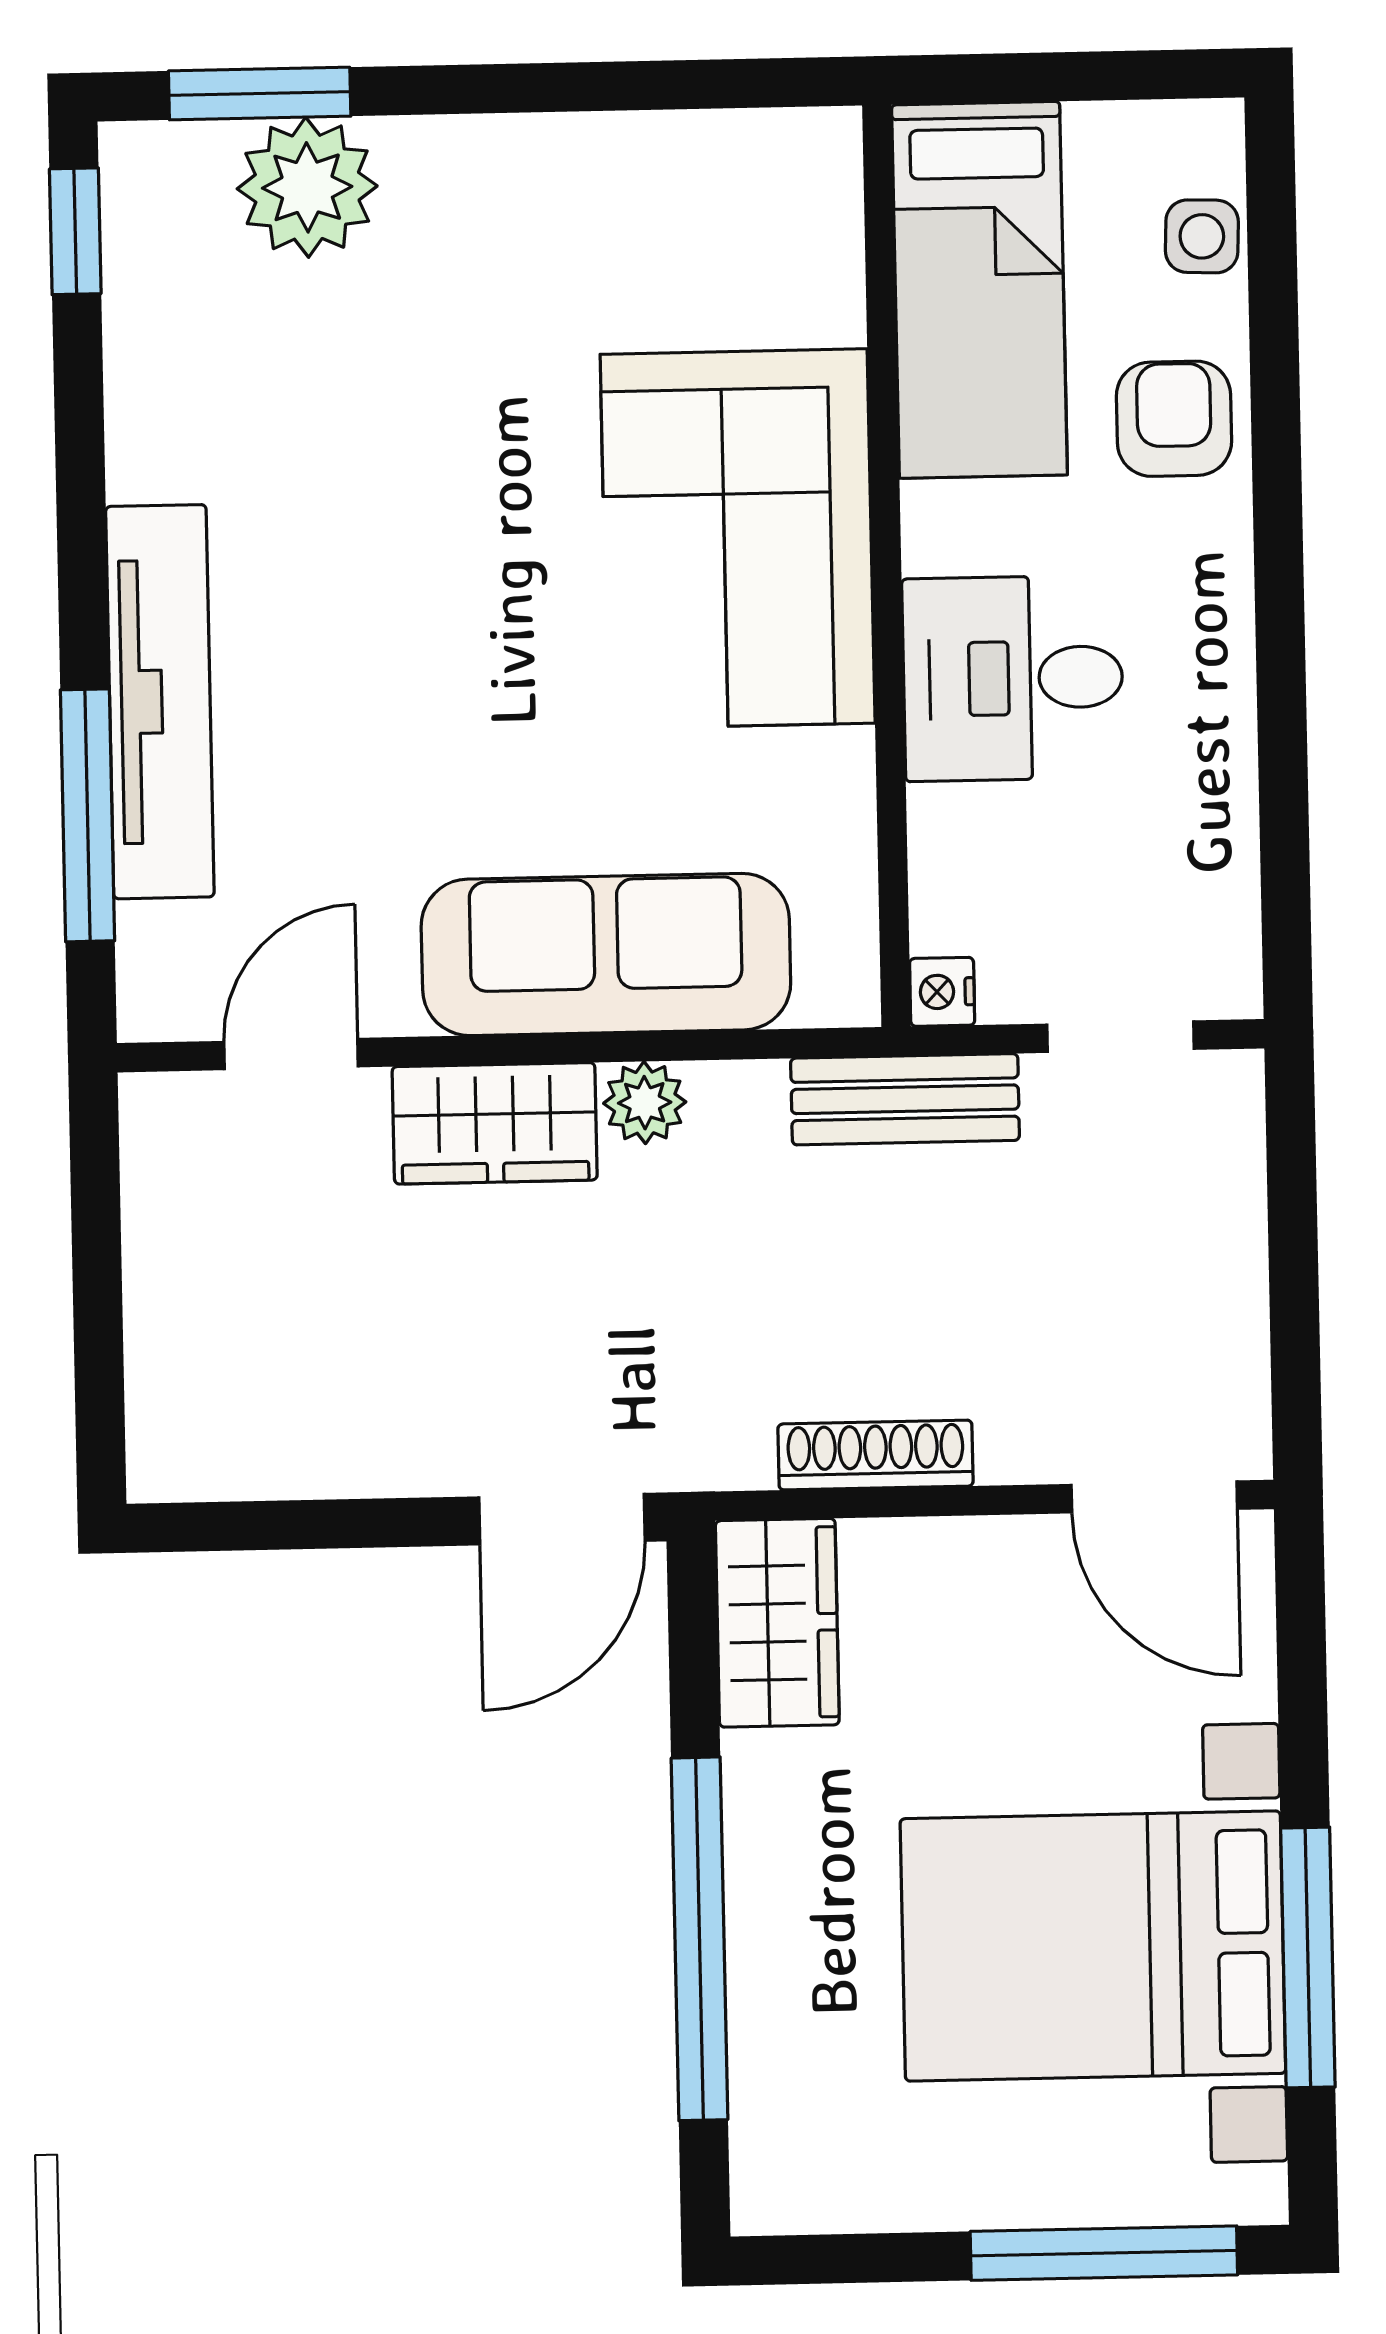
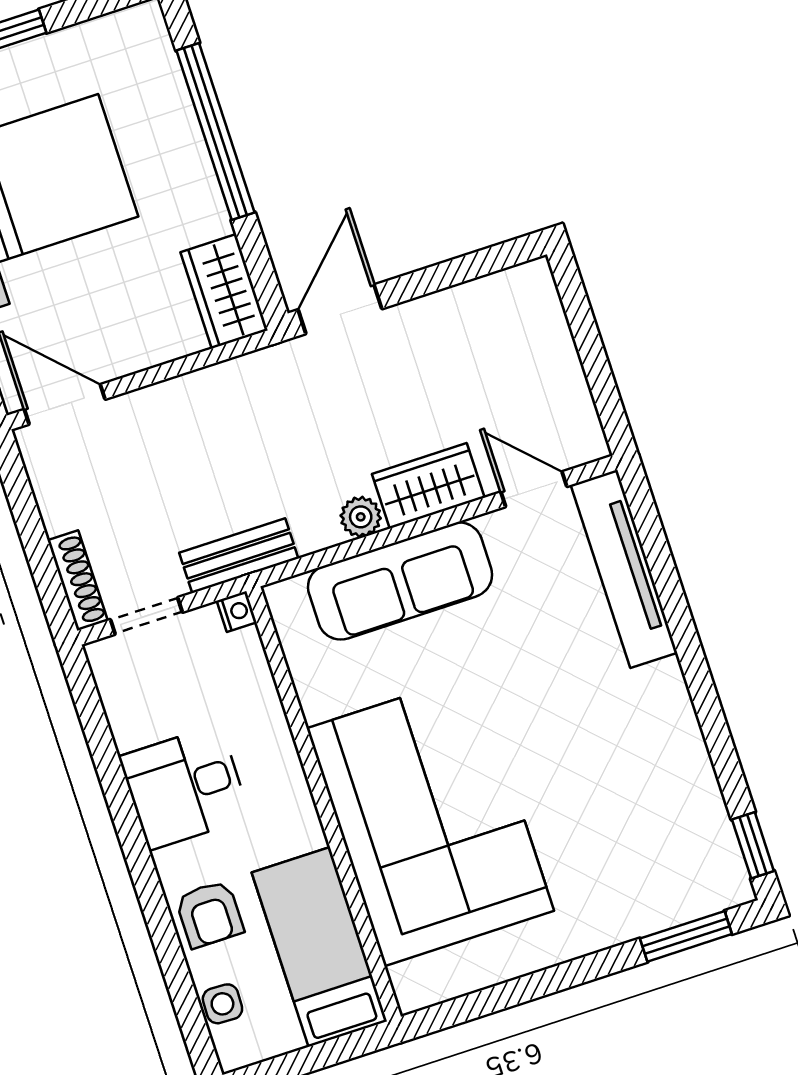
plant: (307, 187) -> (650, 899), removed
corner sofa: (738, 539) -> (430, 820), width x1.36, depth x1.36
desk: (1013, 678) -> (185, 787), moved, turned 180
tv unit: (160, 702) -> (624, 569), moved
window: (87, 815) -> (664, 572), removed
door: (291, 1054) -> (534, 489), swing flipped
shoe rack: (876, 1455) -> (78, 581), moved, turned -90

